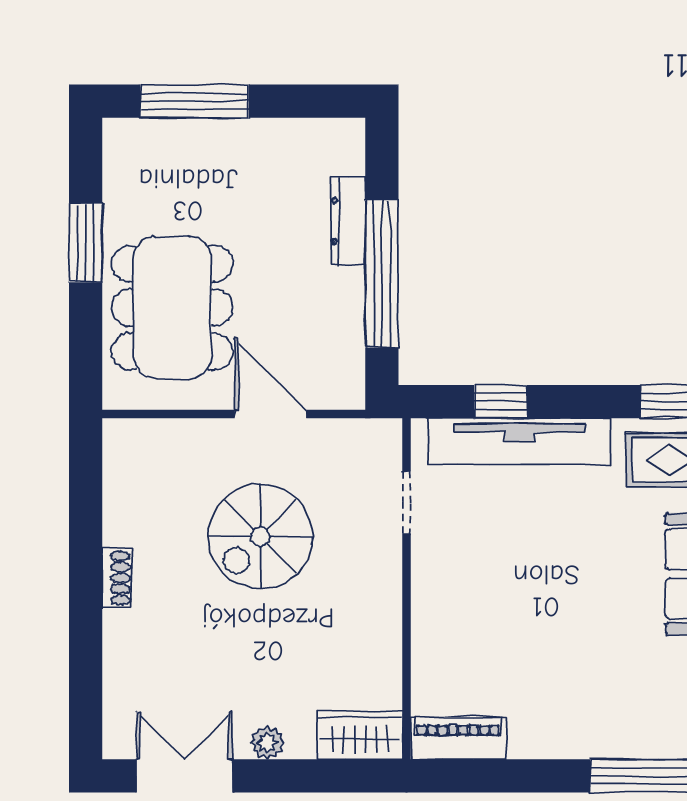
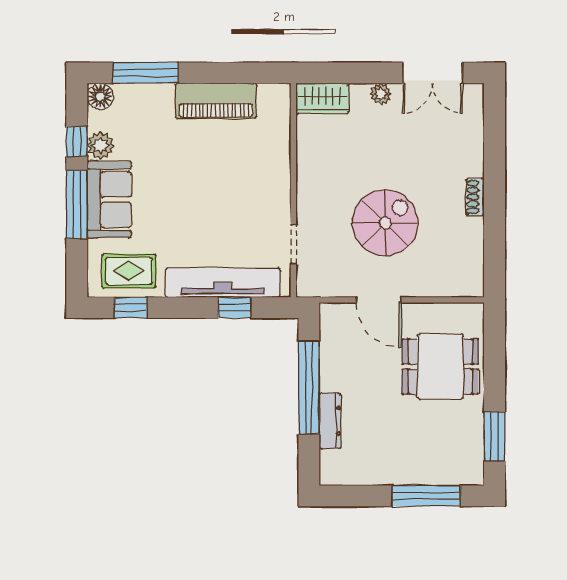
window: (86, 243) -> (495, 437), moved
dining table: (172, 308) -> (440, 367), width x0.73
piano: (458, 738) -> (216, 101), moved, width x1.37, depth x1.33

